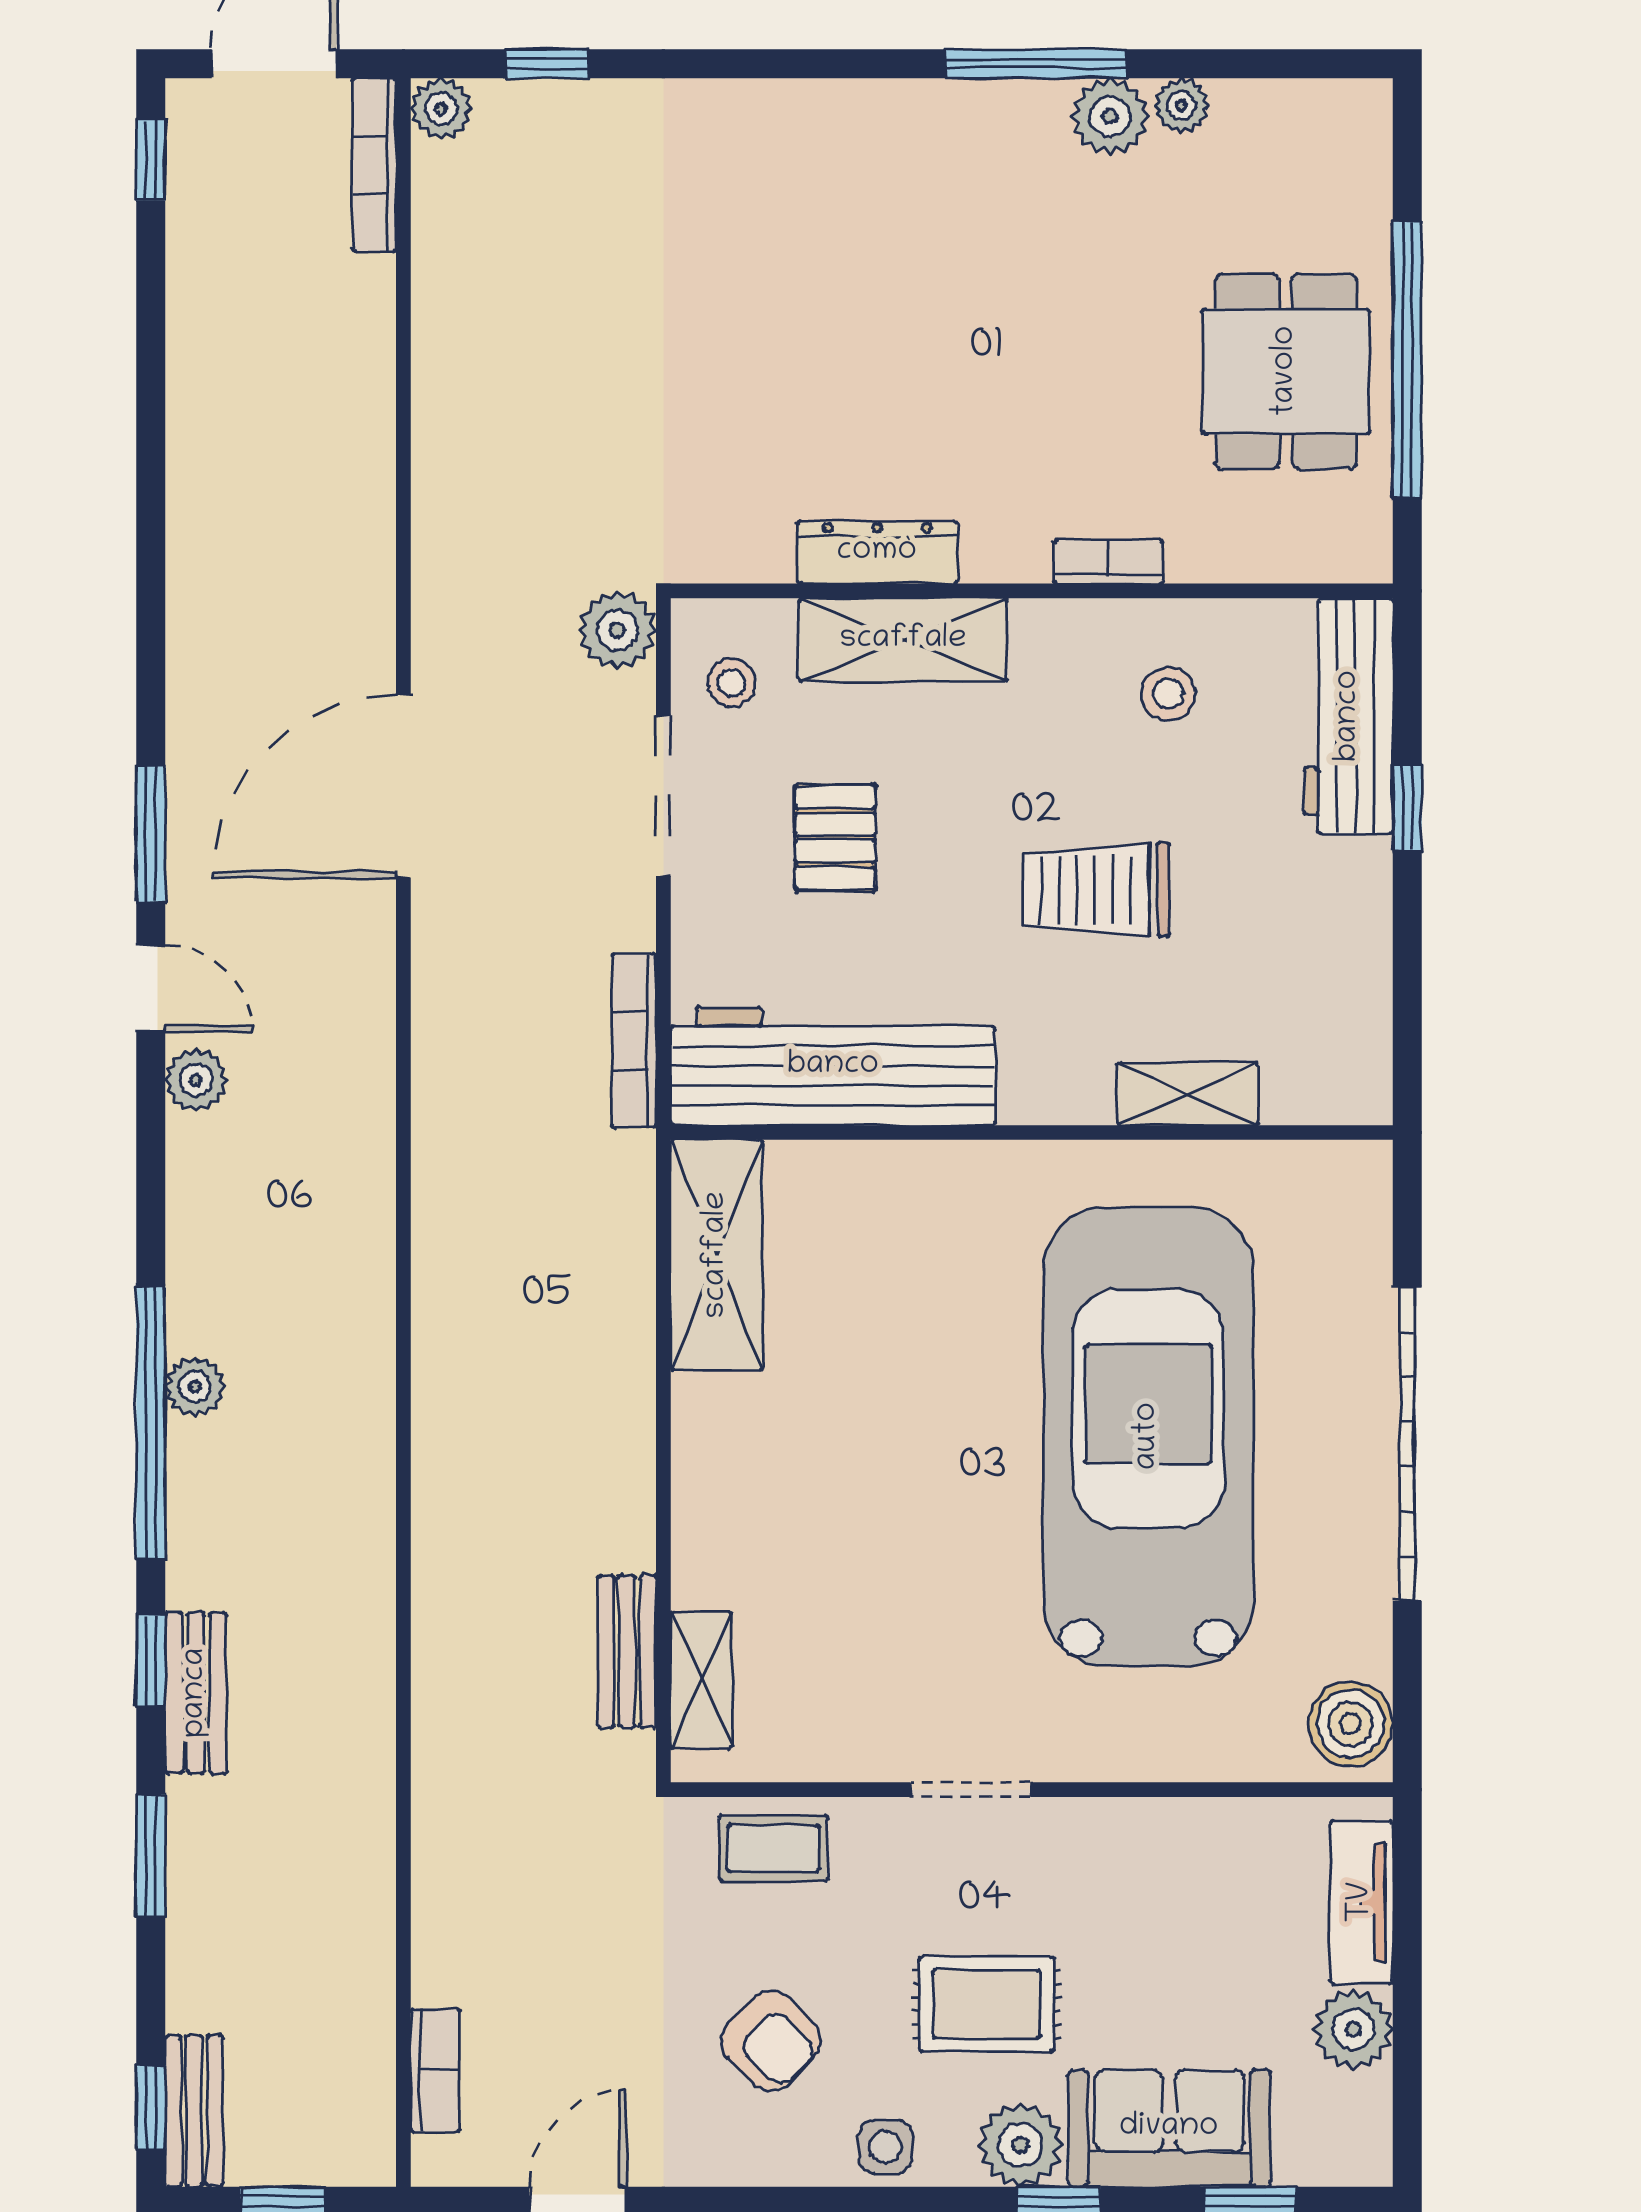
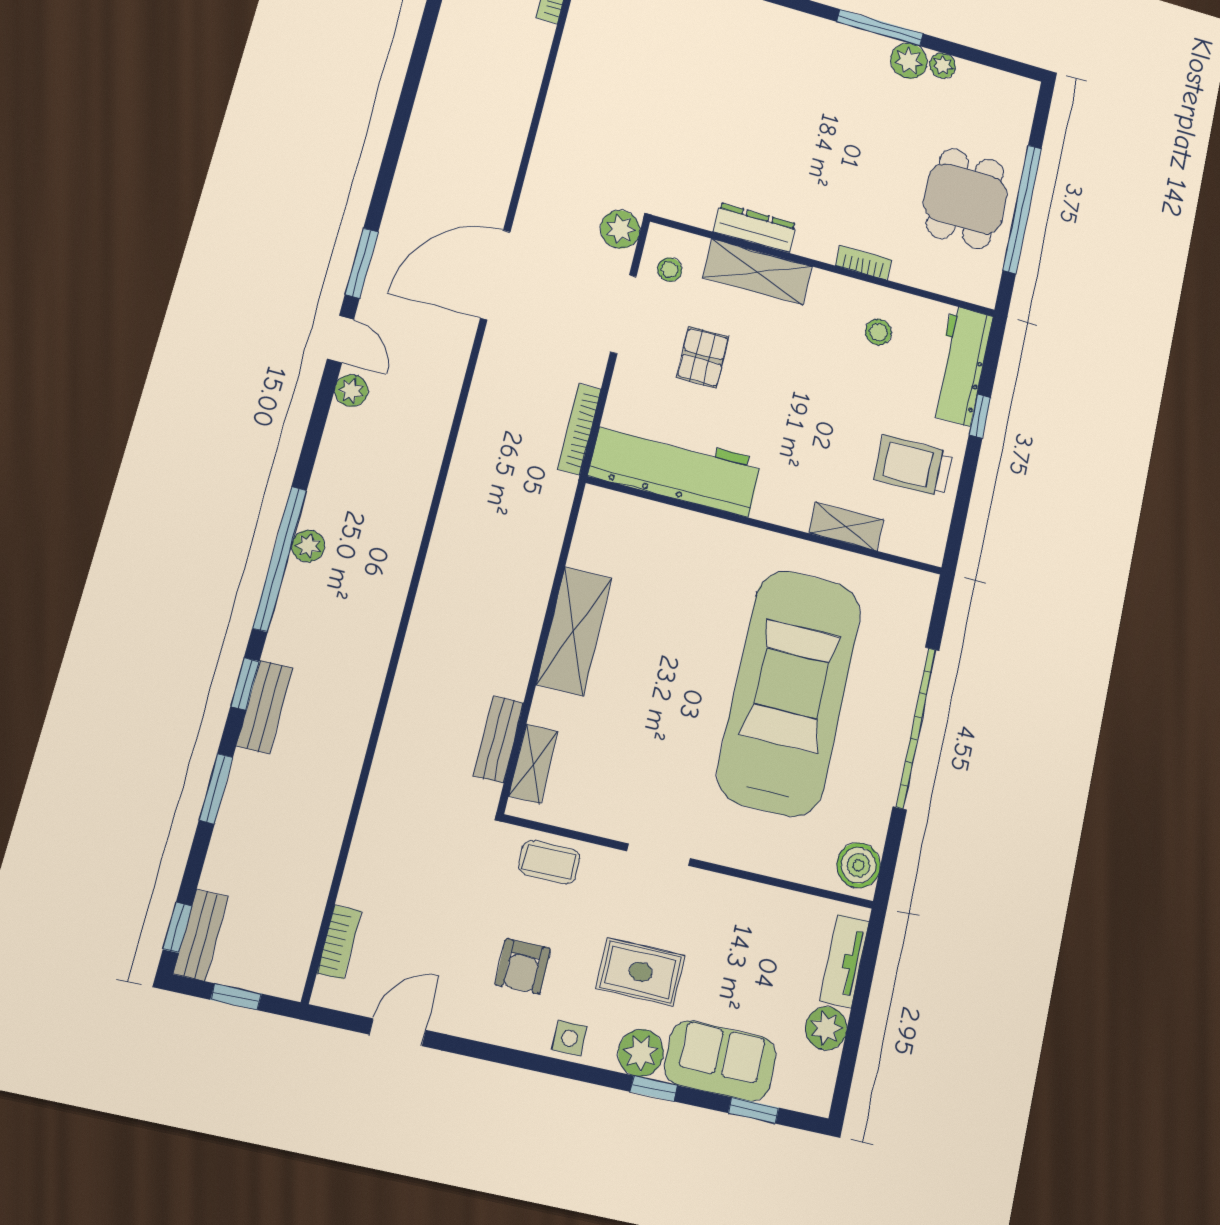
trolley: (1096, 890) -> (913, 466), moved
shelving: (717, 1255) -> (574, 631), moved
armchair: (771, 2041) -> (523, 966), turned 45

